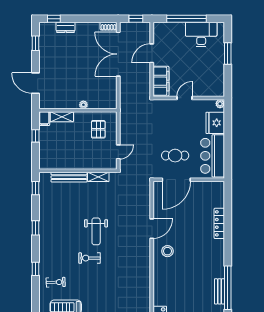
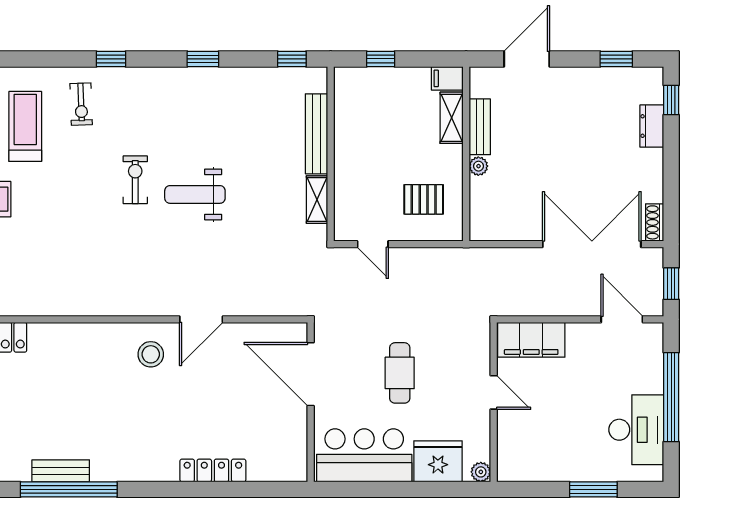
door: (152, 53) -> (622, 319), moved
bench: (66, 104) -> (480, 127), added
window: (36, 136) -> (381, 59), moved
cafe table: (175, 156) -> (400, 373), moved
door: (152, 229) -> (201, 319), hinge flipped

